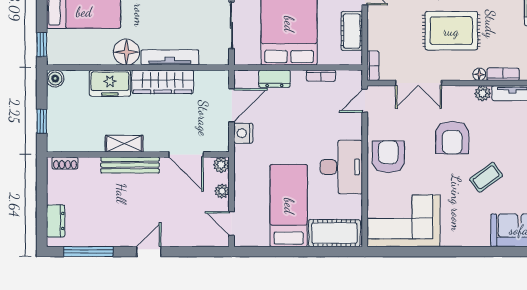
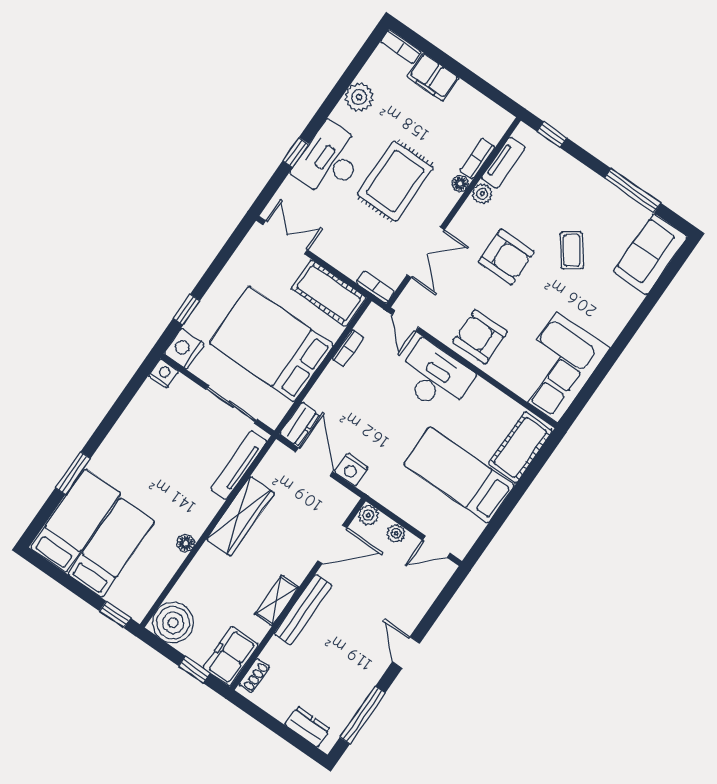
cot: (352, 31) -> (329, 293), width x1.37, depth x1.34
floor lamp: (126, 52) -> (186, 543), width x0.53, depth x0.53
tv unit: (170, 57) -> (239, 465), moved
boiler: (55, 79) -> (173, 623), width x1.86, depth x1.86
dresser: (274, 79) -> (300, 424), moved
freezer: (110, 83) -> (231, 656), moved, turned 180
desk: (341, 167) -> (435, 377), moved

